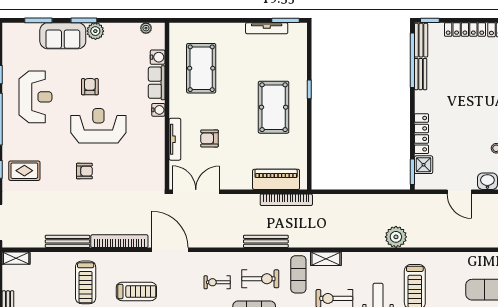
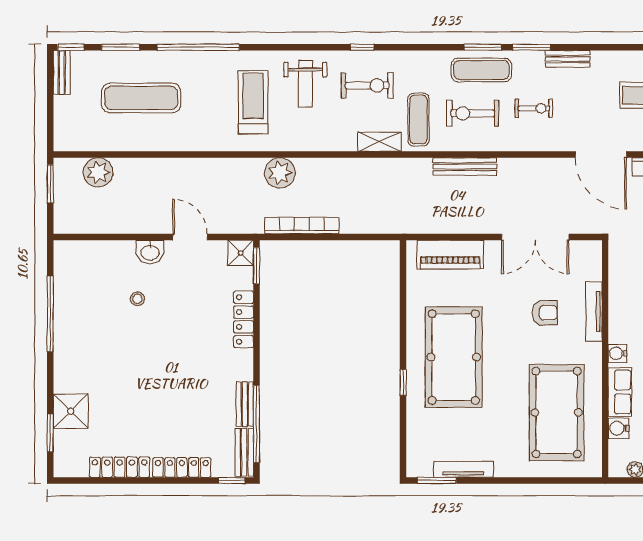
pool table: (201, 68) -> (557, 412), width x1.36, depth x1.32
pool table: (274, 107) -> (454, 357), width x1.36, depth x1.32
shower: (424, 165) -> (241, 253), moved
double door: (196, 192) -> (535, 237), moved
bookcase: (286, 200) -> (302, 226), moved

